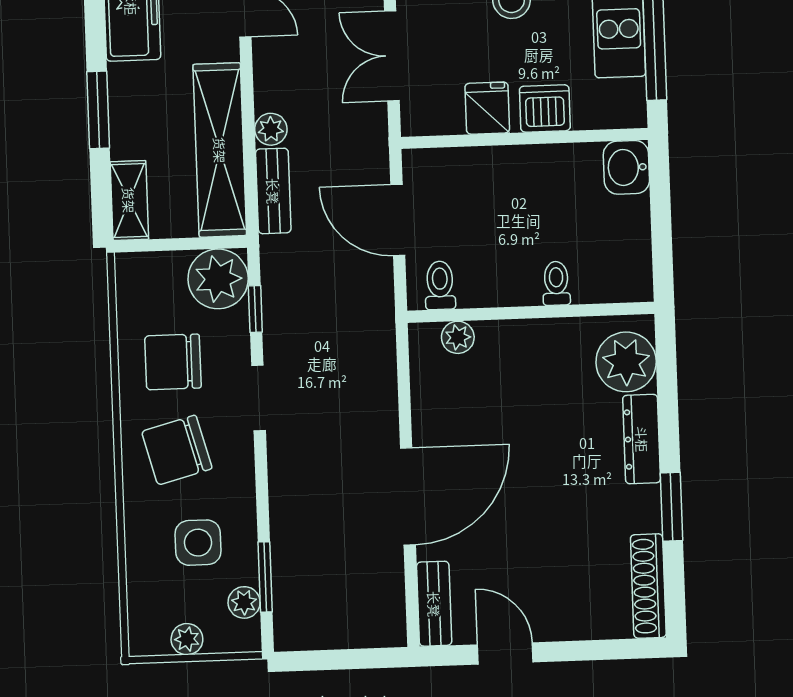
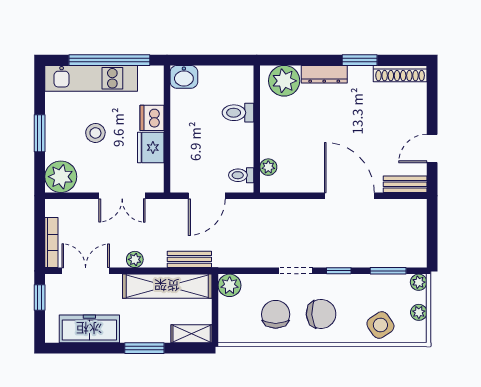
fridge: (487, 108) -> (151, 148), width x1.38
plant: (271, 129) -> (135, 259), moved
plant: (218, 279) -> (230, 285), width x0.73, depth x0.73
toilet: (556, 283) -> (238, 113), width x1.37, depth x1.39
window: (255, 309) -> (339, 271), moved
chair: (173, 362) -> (276, 314), turned 180
chair: (177, 450) -> (321, 314), turned -79
side table: (198, 543) -> (380, 325), moved, turned -34
plant: (244, 602) -> (419, 282), moved

